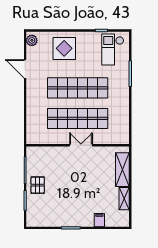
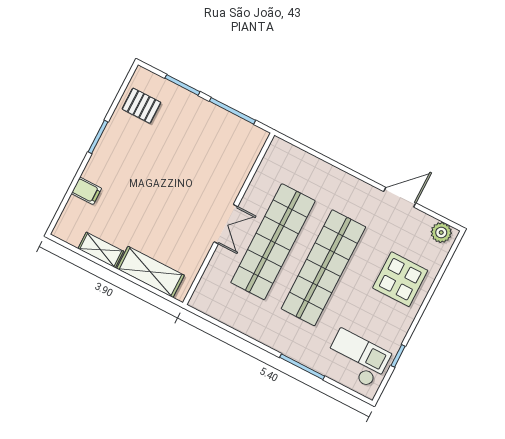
pallet: (38, 185) -> (141, 106), moved

